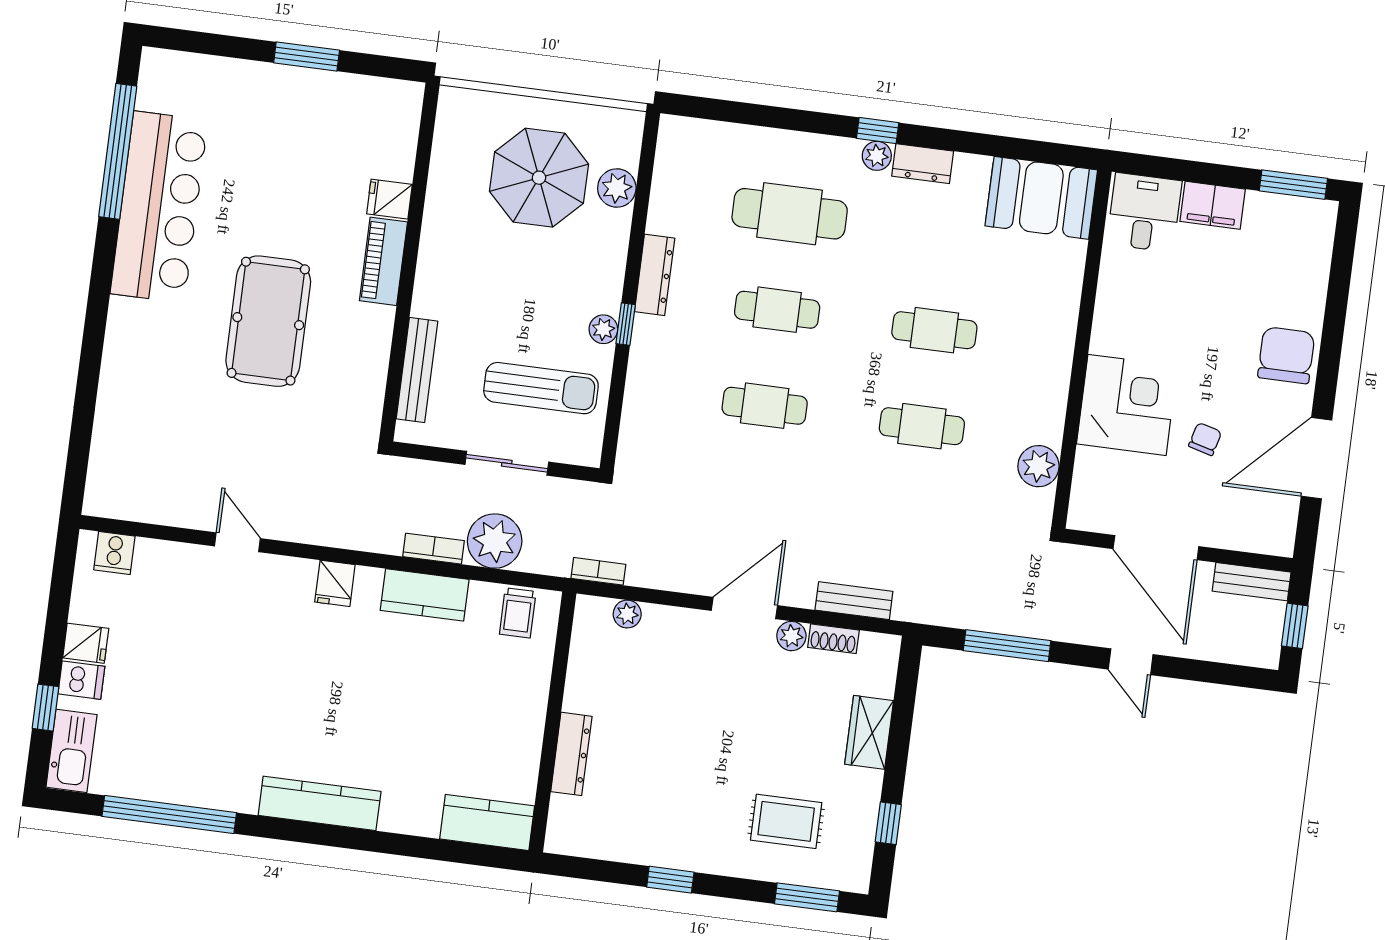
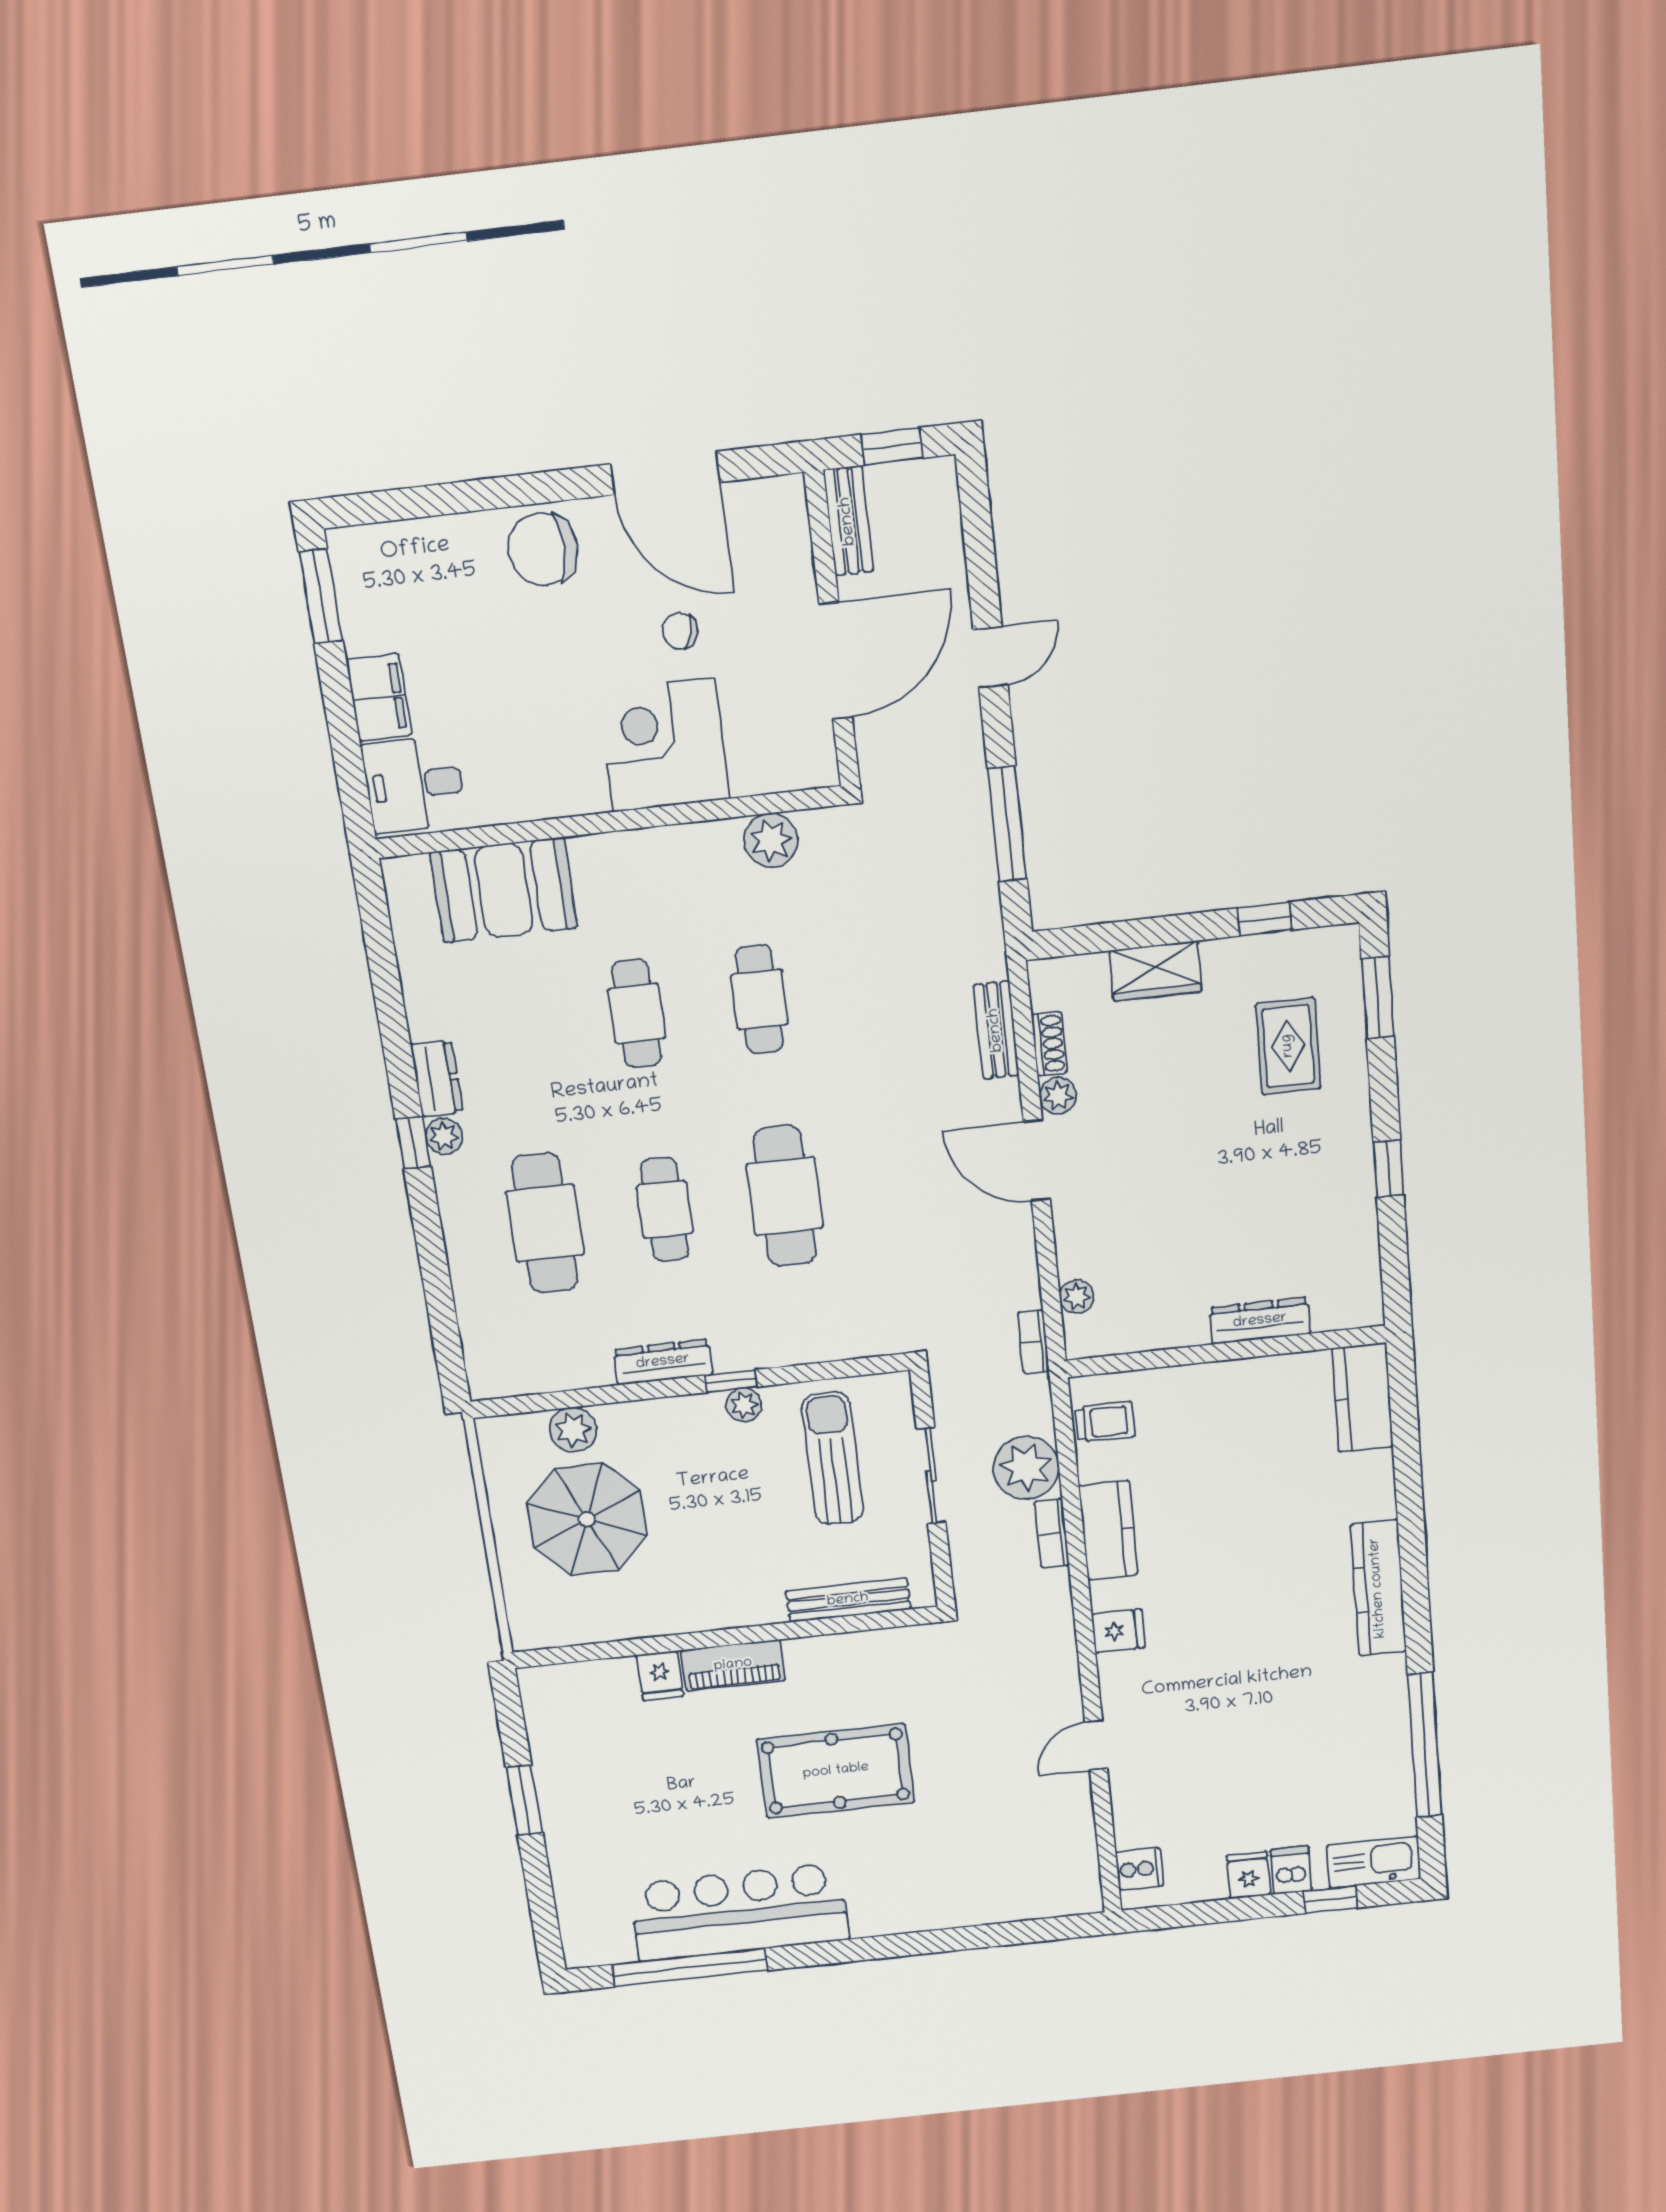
booth: (1041, 198) -> (504, 890), moved, turned 90
cafe table: (765, 406) -> (785, 1196), width x1.37, depth x1.35

